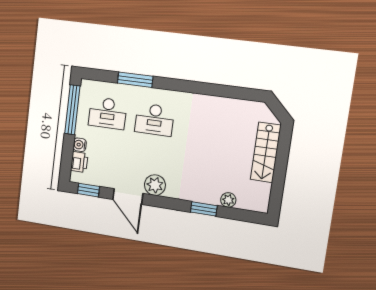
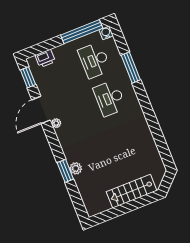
water cooler: (80, 145) -> (106, 33), moved
plant: (155, 185) -> (56, 123), width x0.53, depth x0.53
plant: (228, 200) -> (76, 168), moved

